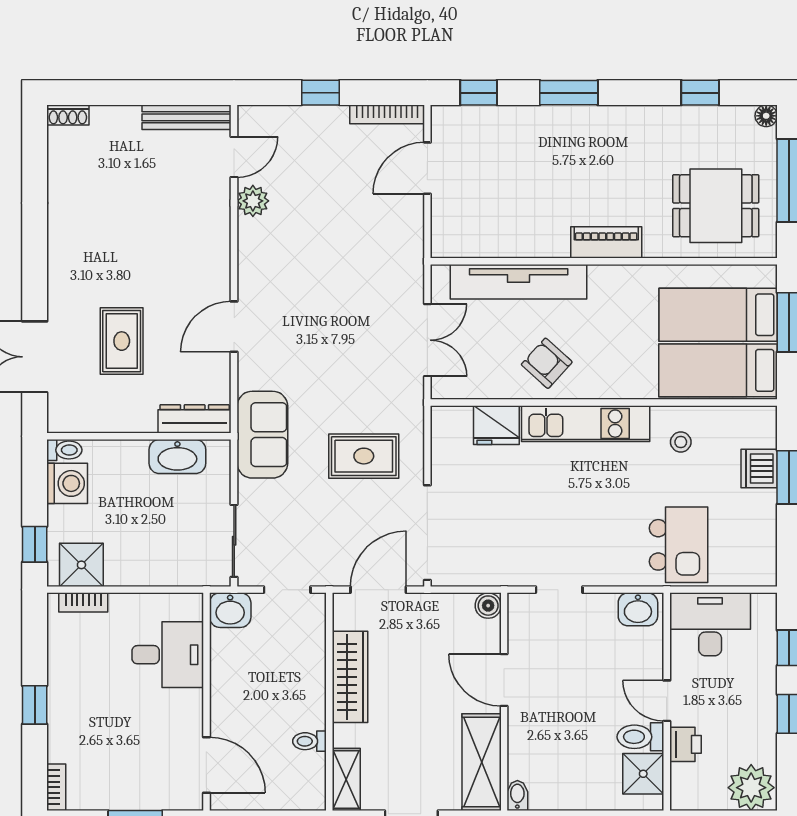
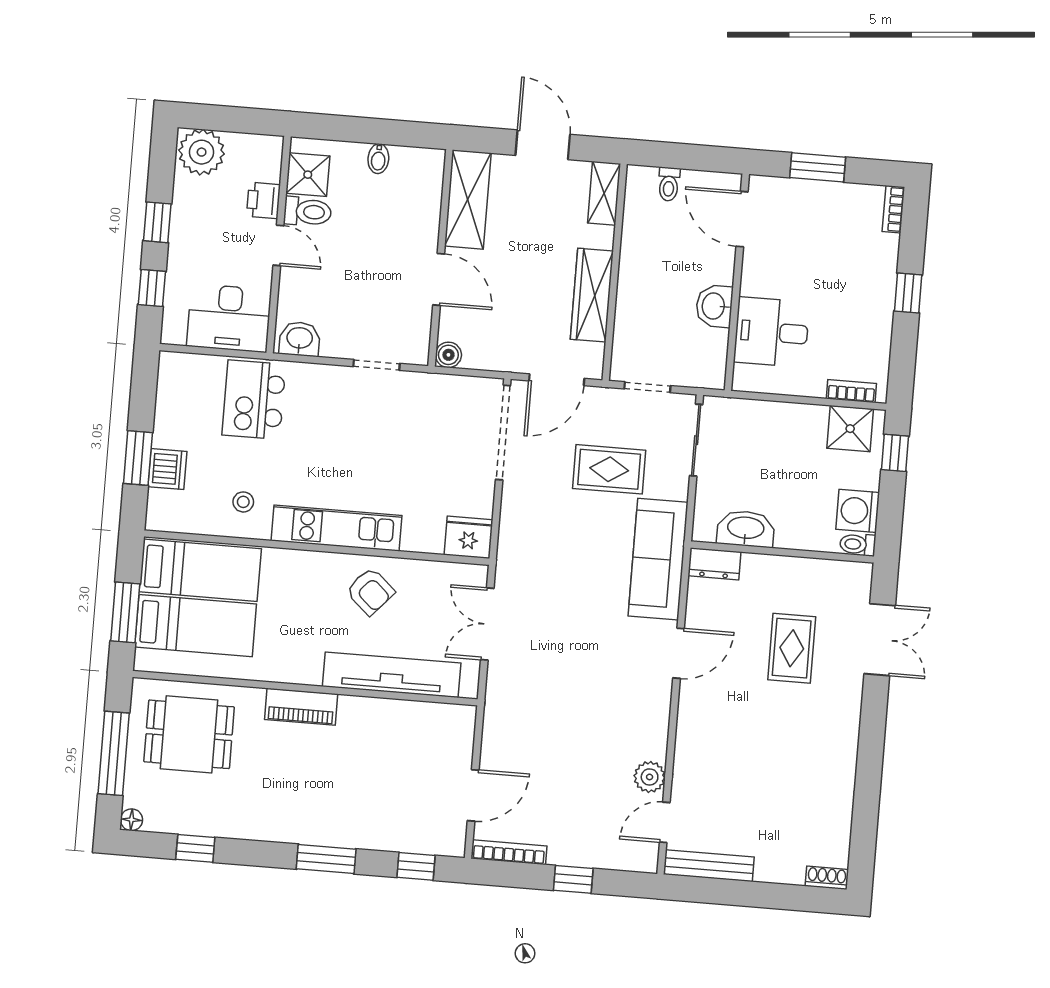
dresser: (195, 419) -> (714, 564), width x0.70
fridge: (496, 425) -> (468, 537), moved
sofa: (262, 435) -> (658, 559), width x1.36
rug: (364, 456) -> (609, 469), moved
washbasin: (230, 610) -> (714, 306), moved, turned -90
toilet: (309, 741) -> (669, 184), moved, turned 90
bidet: (517, 795) -> (378, 159), moved

